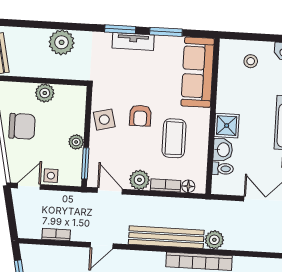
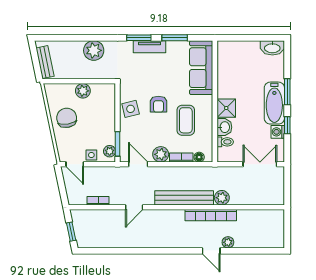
stool: (251, 61) -> (242, 57), removed
chair: (22, 126) -> (67, 118), turned -99
plant: (76, 142) -> (110, 151), moved
door: (29, 186) -> (75, 164), swing flipped

